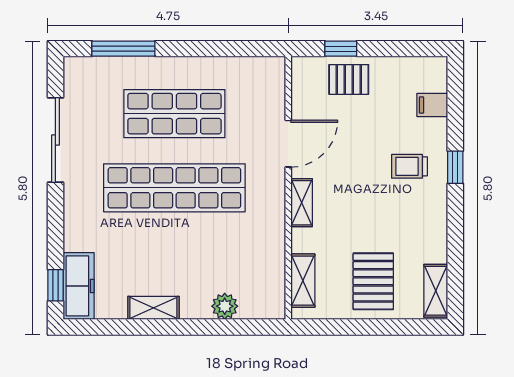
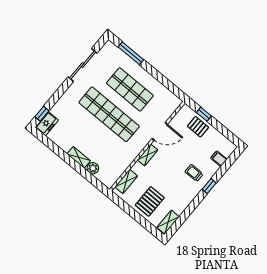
freezer: (79, 286) -> (47, 124), width x0.71
shelving: (153, 308) -> (79, 157), moved

